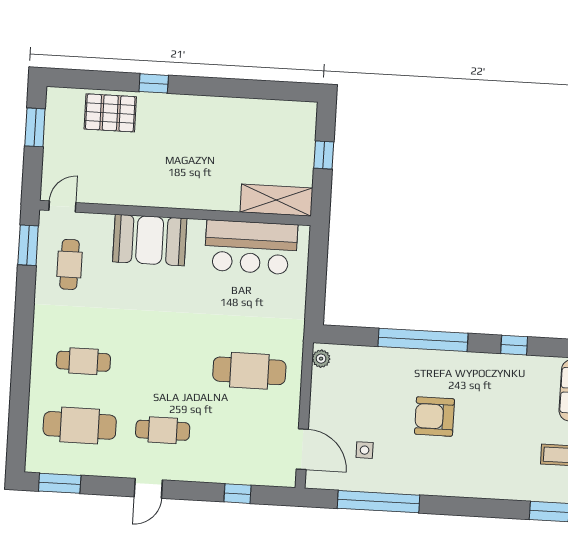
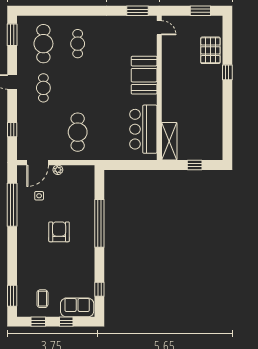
cafe table: (69, 264) -> (129, 33), removed
window: (514, 345) -> (99, 289), moved
plant: (321, 359) -> (58, 170), moved

